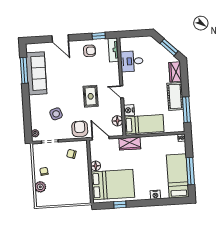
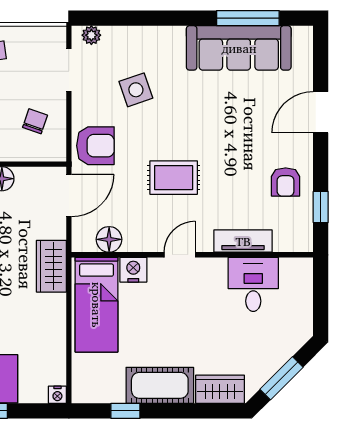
tv unit: (113, 50) -> (243, 241), moved
window: (186, 110) -> (125, 411), width x0.46

